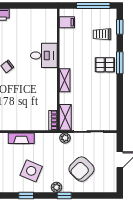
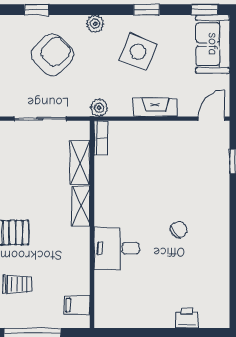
shelving: (65, 117) -> (80, 163), moved
plant: (65, 138) -> (99, 108), moved
window: (64, 196) -> (37, 10), moved

